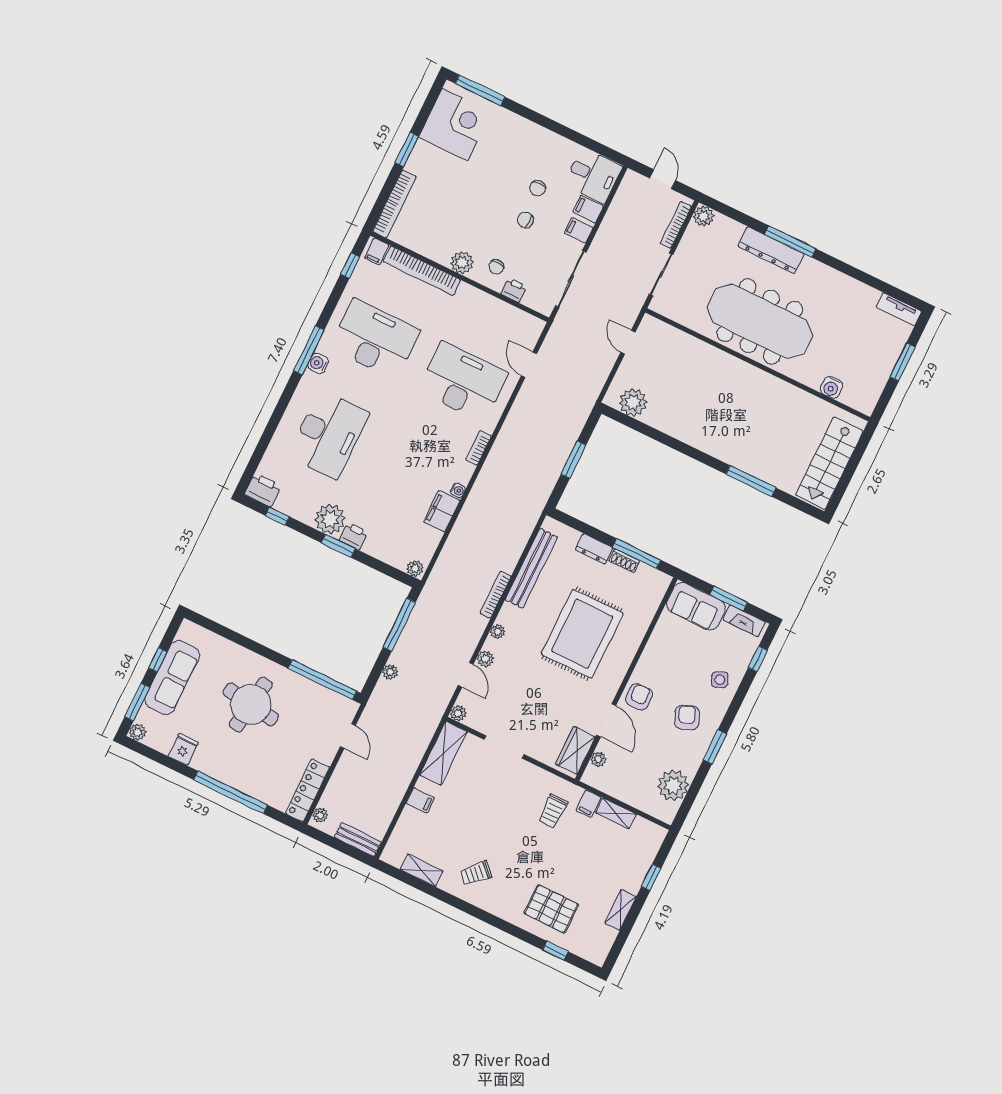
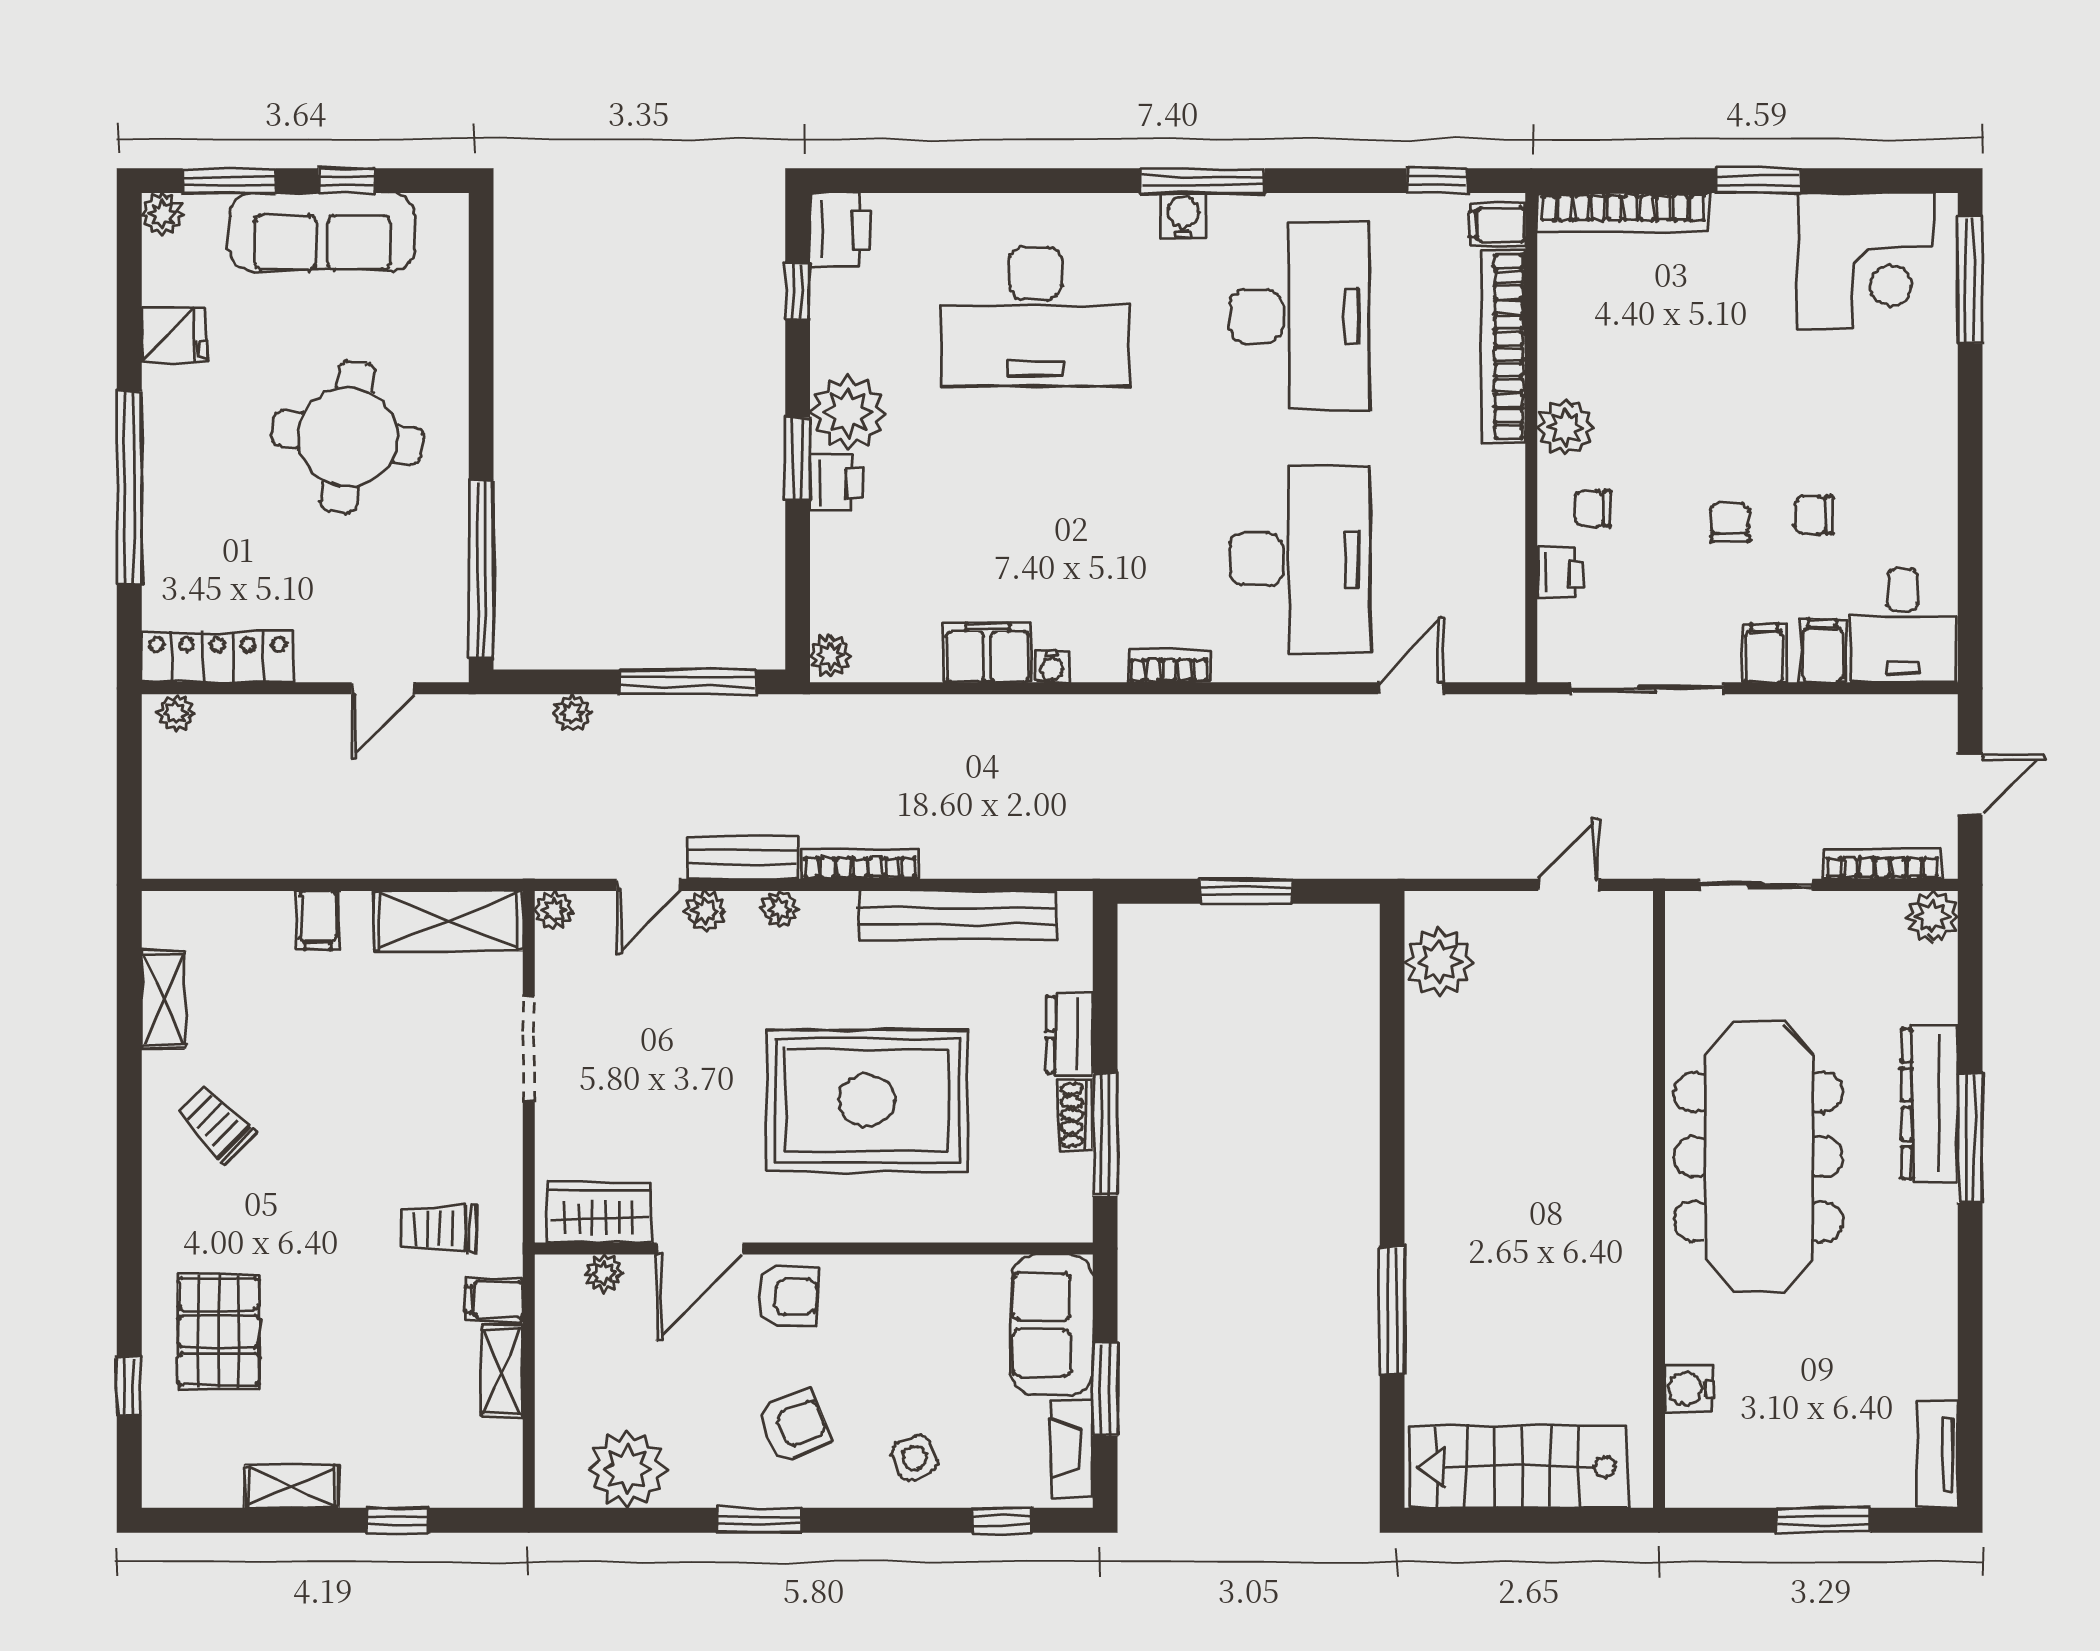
bench: (358, 840) -> (742, 858), moved, turned 90

